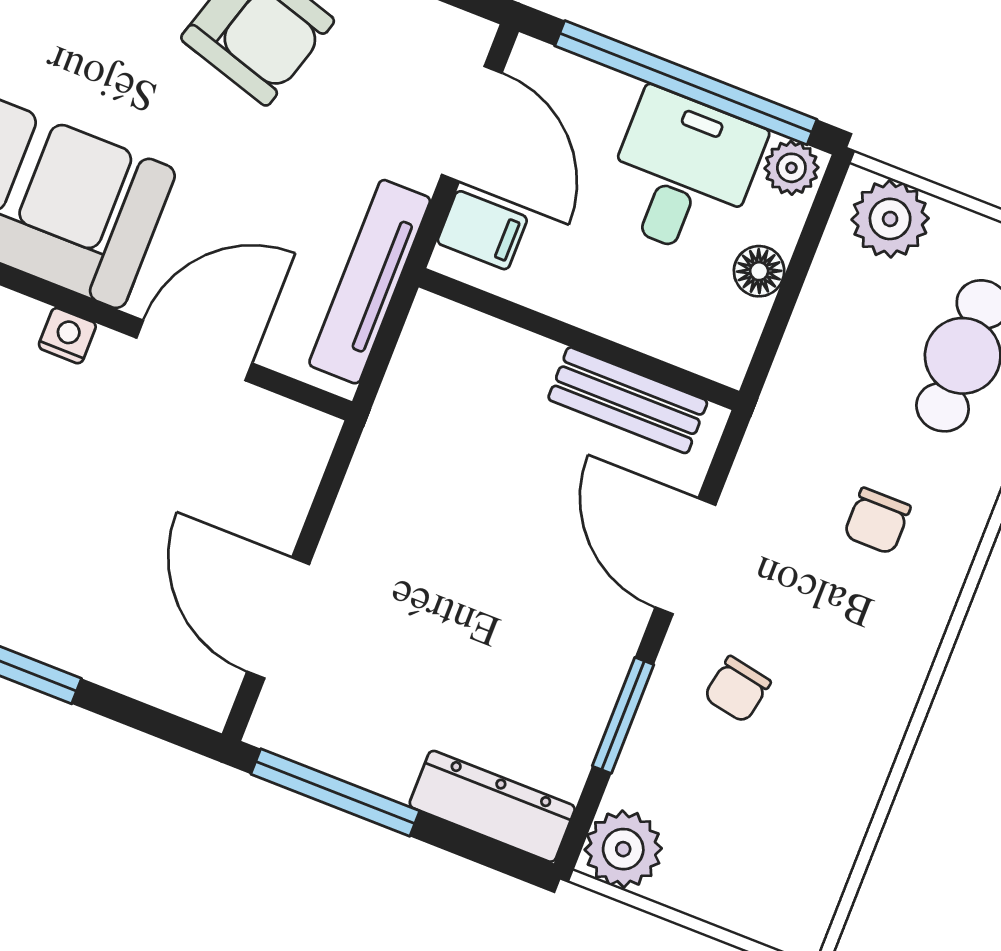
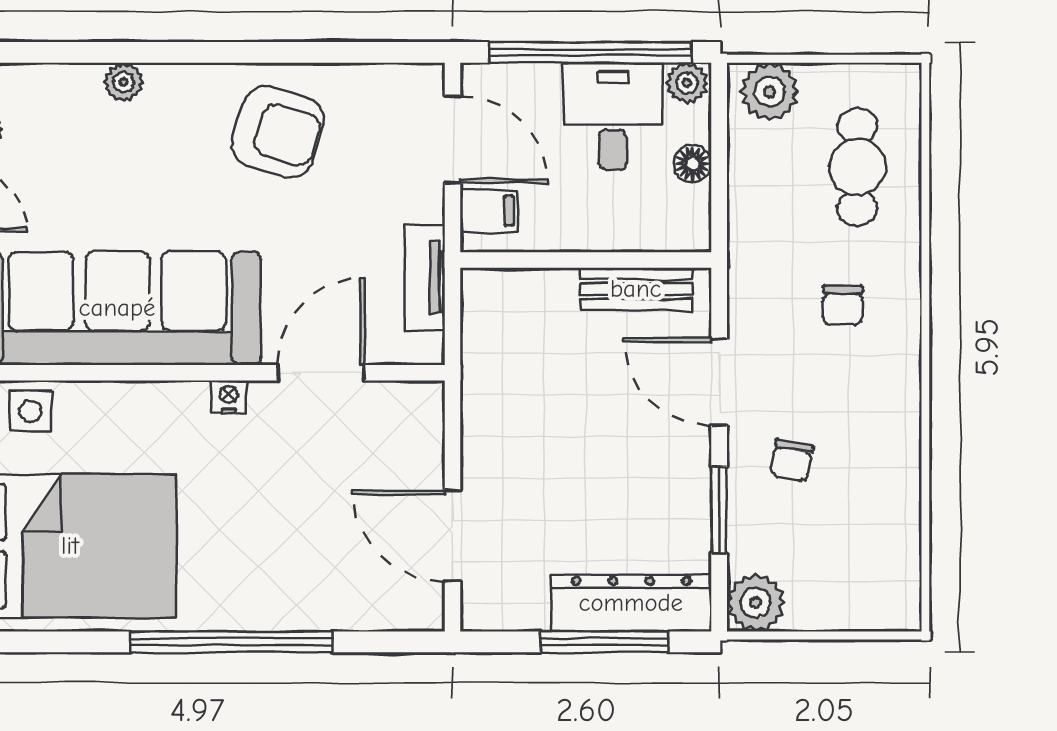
tv unit: (370, 282) -> (425, 277), width x0.71
window: (335, 792) -> (605, 642), moved
dresser: (492, 806) -> (631, 603), width x1.37, depth x1.24

